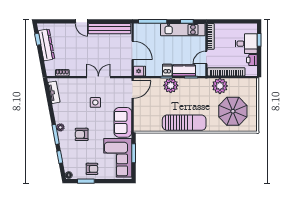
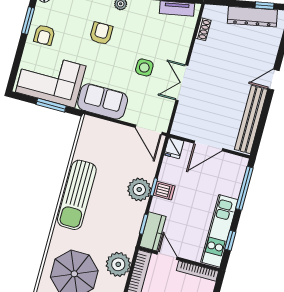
kitchen counter: (184, 70) -> (153, 231), moved
double door: (98, 77) -> (182, 83), swing flipped

